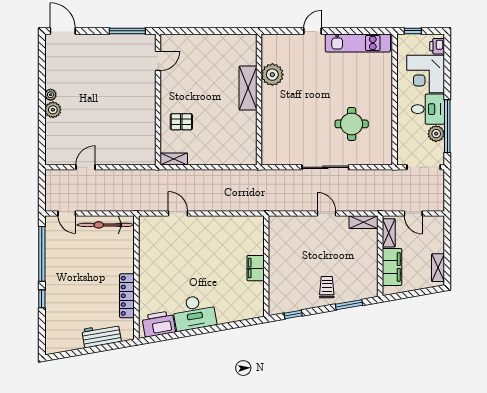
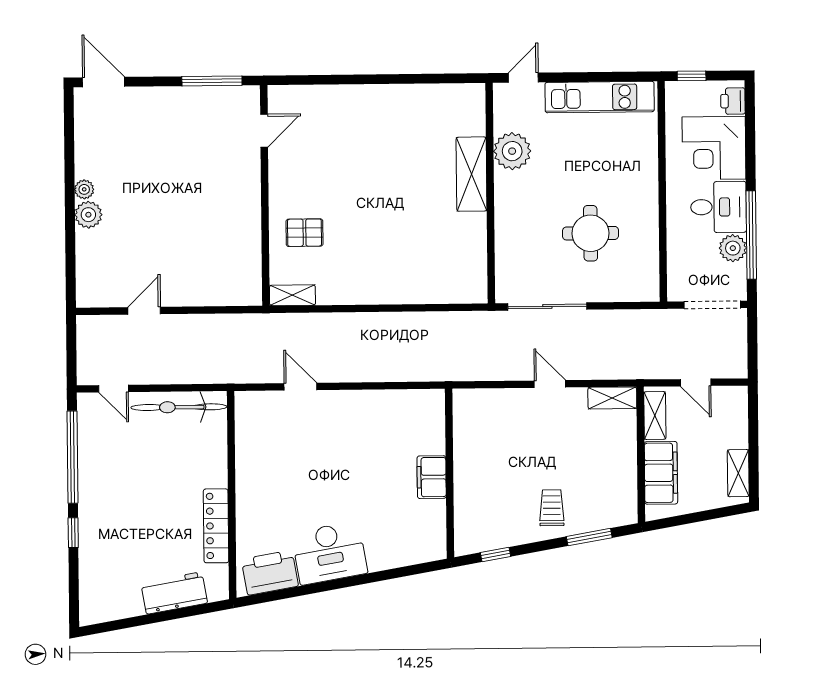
plant: (272, 75) -> (512, 151), moved
shelving: (248, 88) -> (471, 174), moved
wall: (259, 99) -> (490, 193), moved

